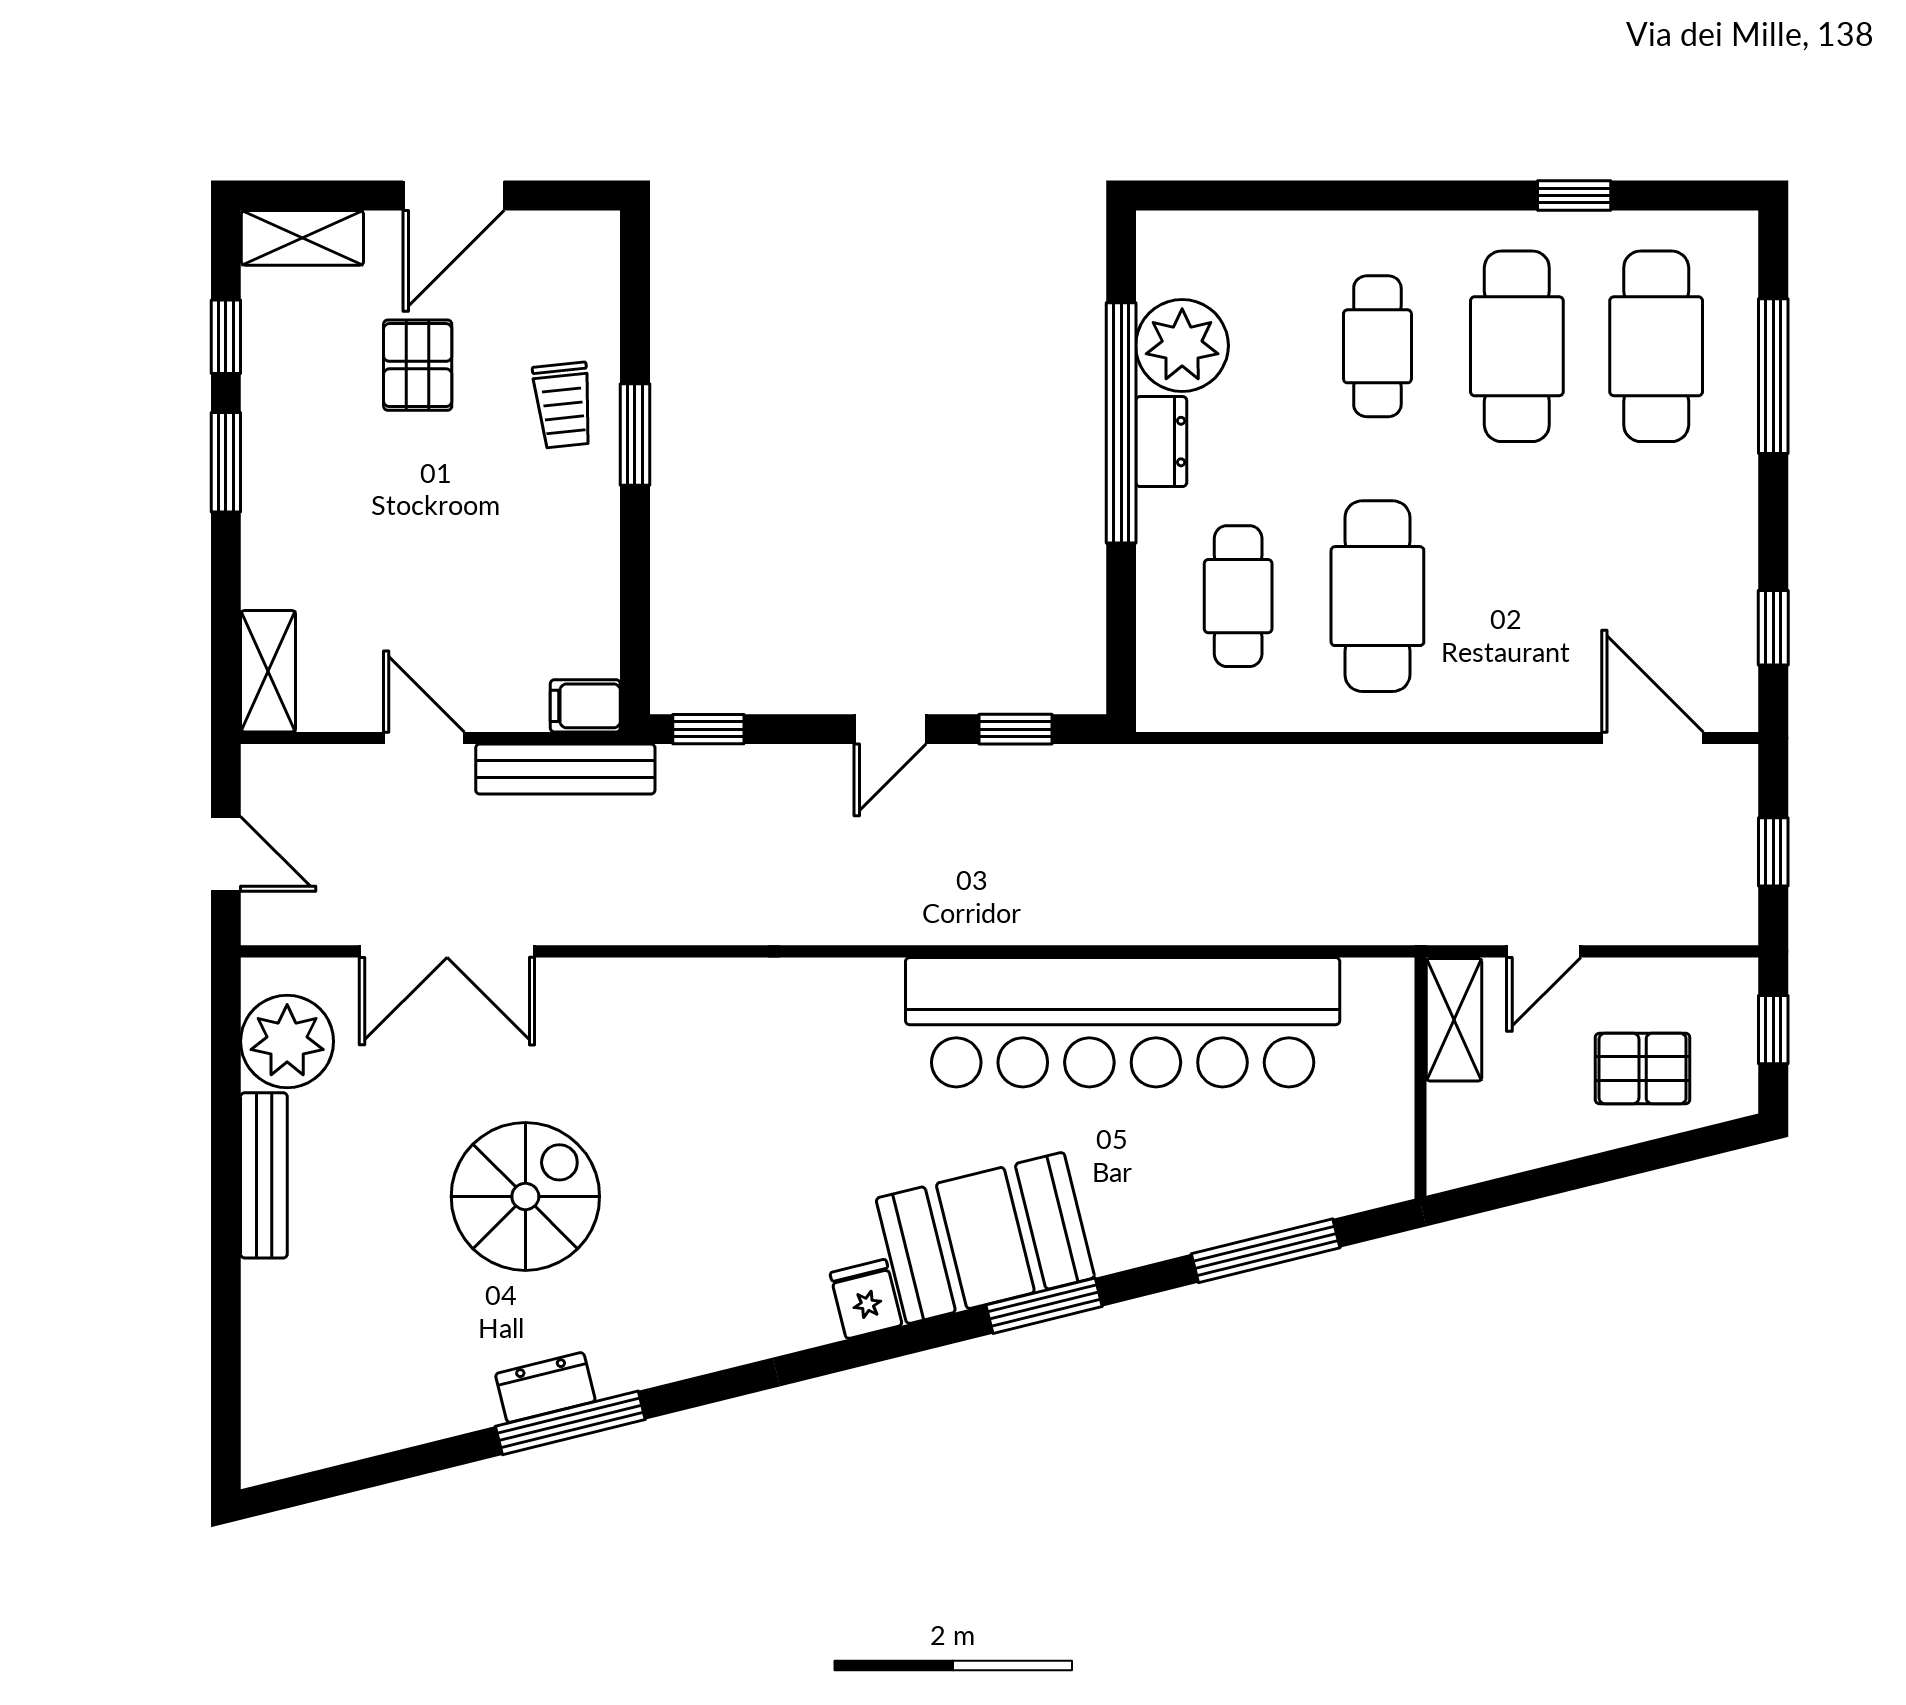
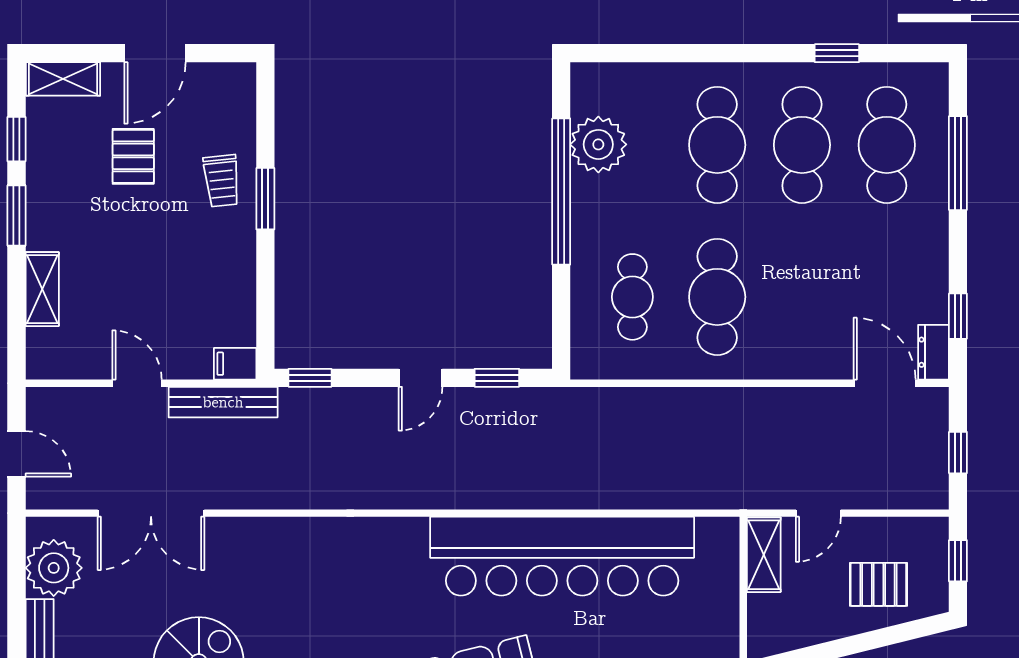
cafe table: (1377, 346) -> (717, 145), width x1.37, depth x1.35
dresser: (1161, 442) -> (934, 352), moved, turned 180
shelving: (268, 671) -> (42, 289), moved

